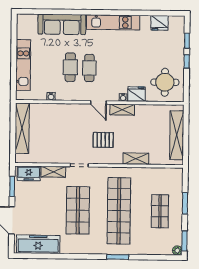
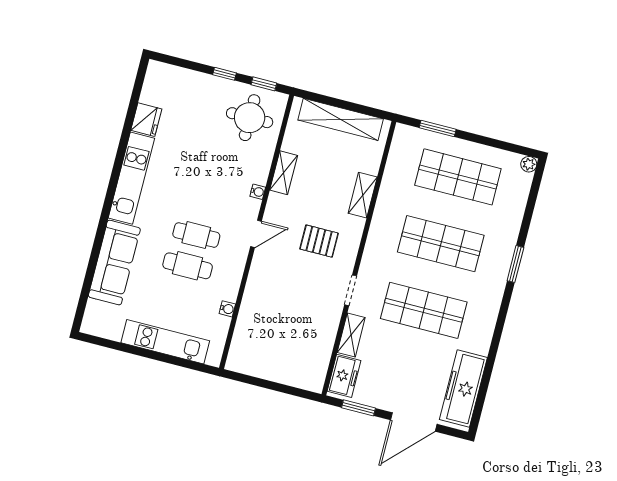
fridge: (159, 23) -> (146, 120), moved
window: (187, 41) -> (264, 84), moved
fridge: (137, 94) -> (258, 168), removed
shelving: (122, 110) -> (284, 173), moved
shelving: (22, 128) -> (268, 369), removed
pallet: (103, 140) -> (319, 241), turned 90
window: (185, 203) -> (438, 129), moved
shop shelf: (119, 211) -> (441, 244), width x0.71
shop shelf: (160, 211) -> (458, 177), width x1.43, depth x1.36
window: (184, 241) -> (516, 149), removed

